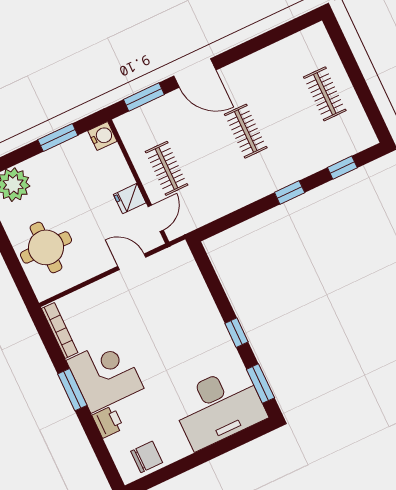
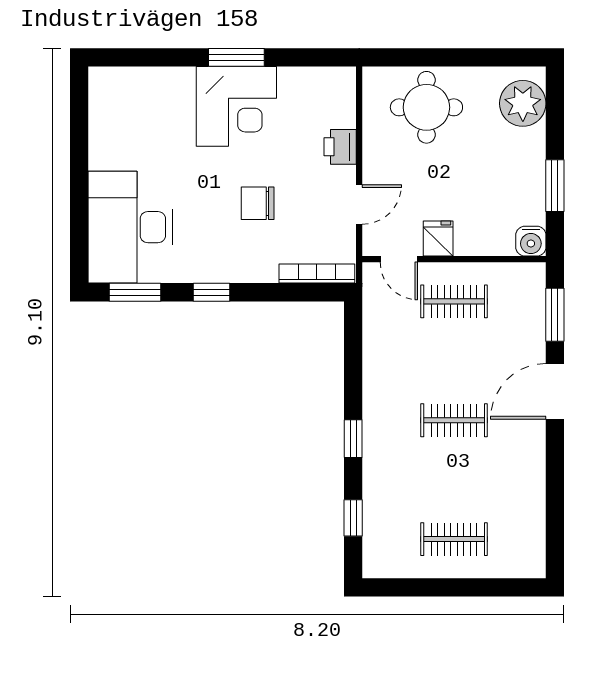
bookcase: (60, 331) -> (317, 274), moved, turned 180
printer: (108, 422) -> (340, 147), moved, turned 90
chair: (147, 457) -> (258, 203), moved, turned 90

